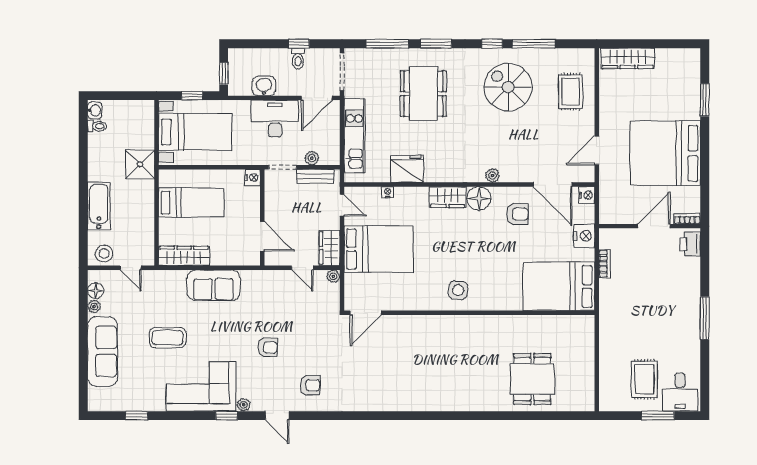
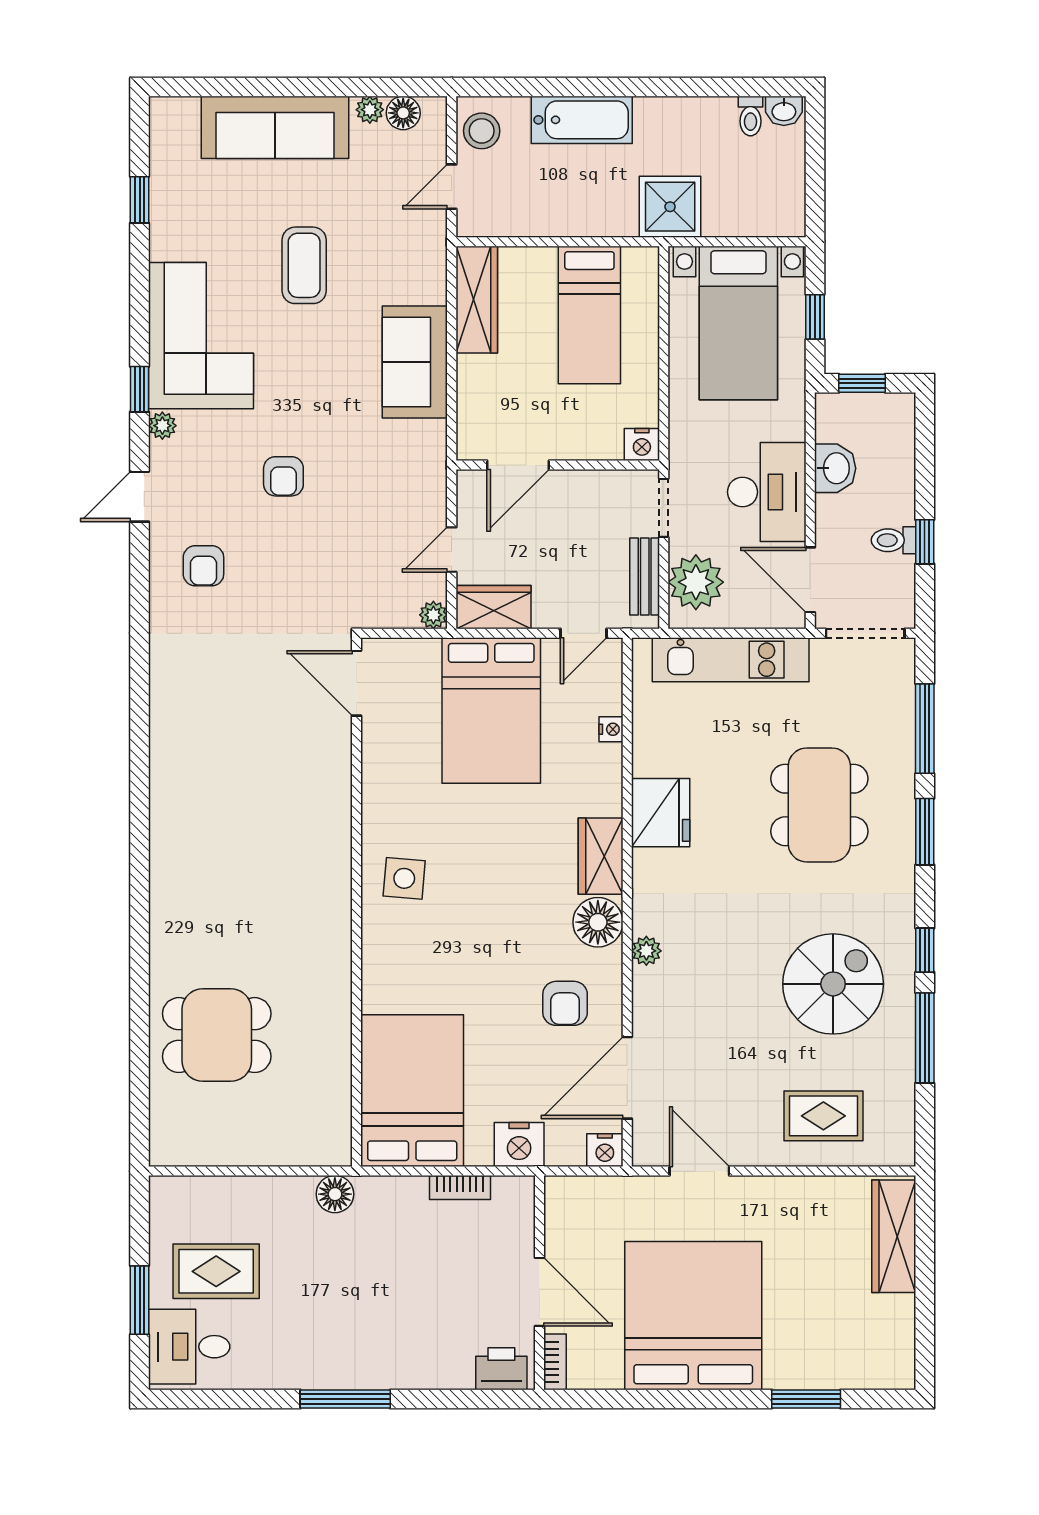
dining table: (423, 94) -> (819, 805), turned 90
plant: (312, 158) -> (696, 582), width x1.88, depth x1.88
fridge: (407, 169) -> (661, 813), moved
floor lamp: (608, 323) -> (335, 1194), added

